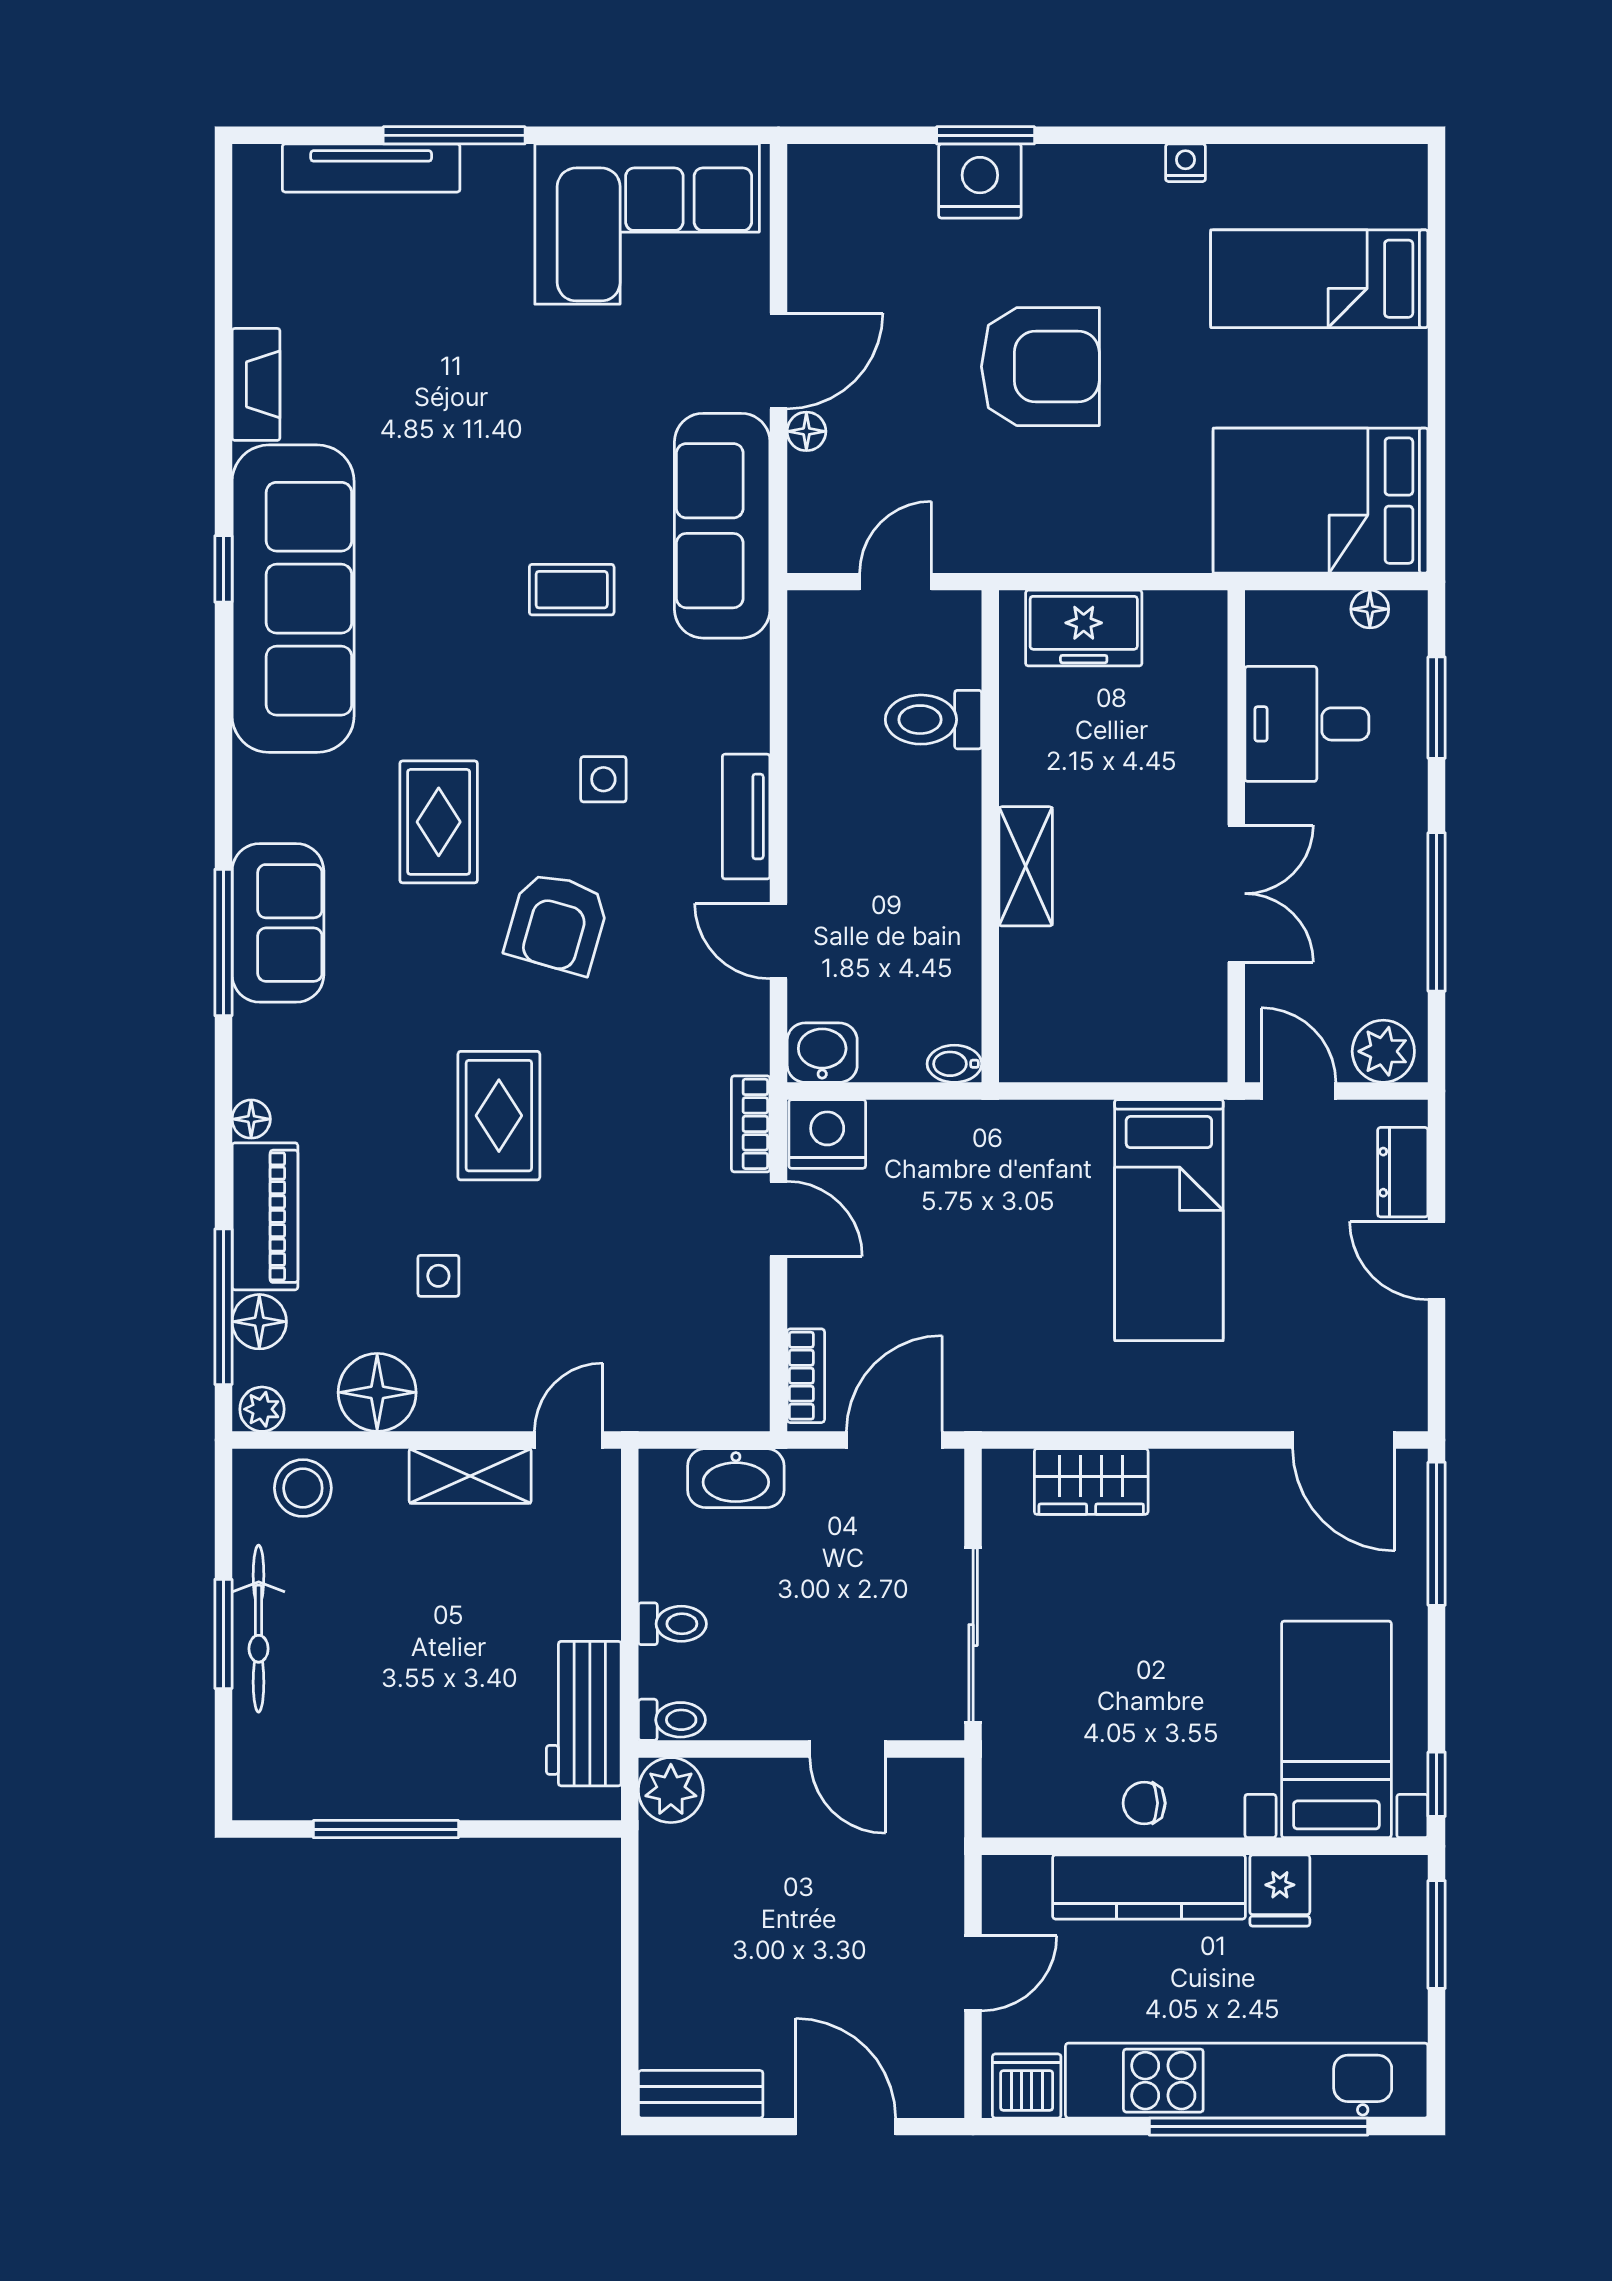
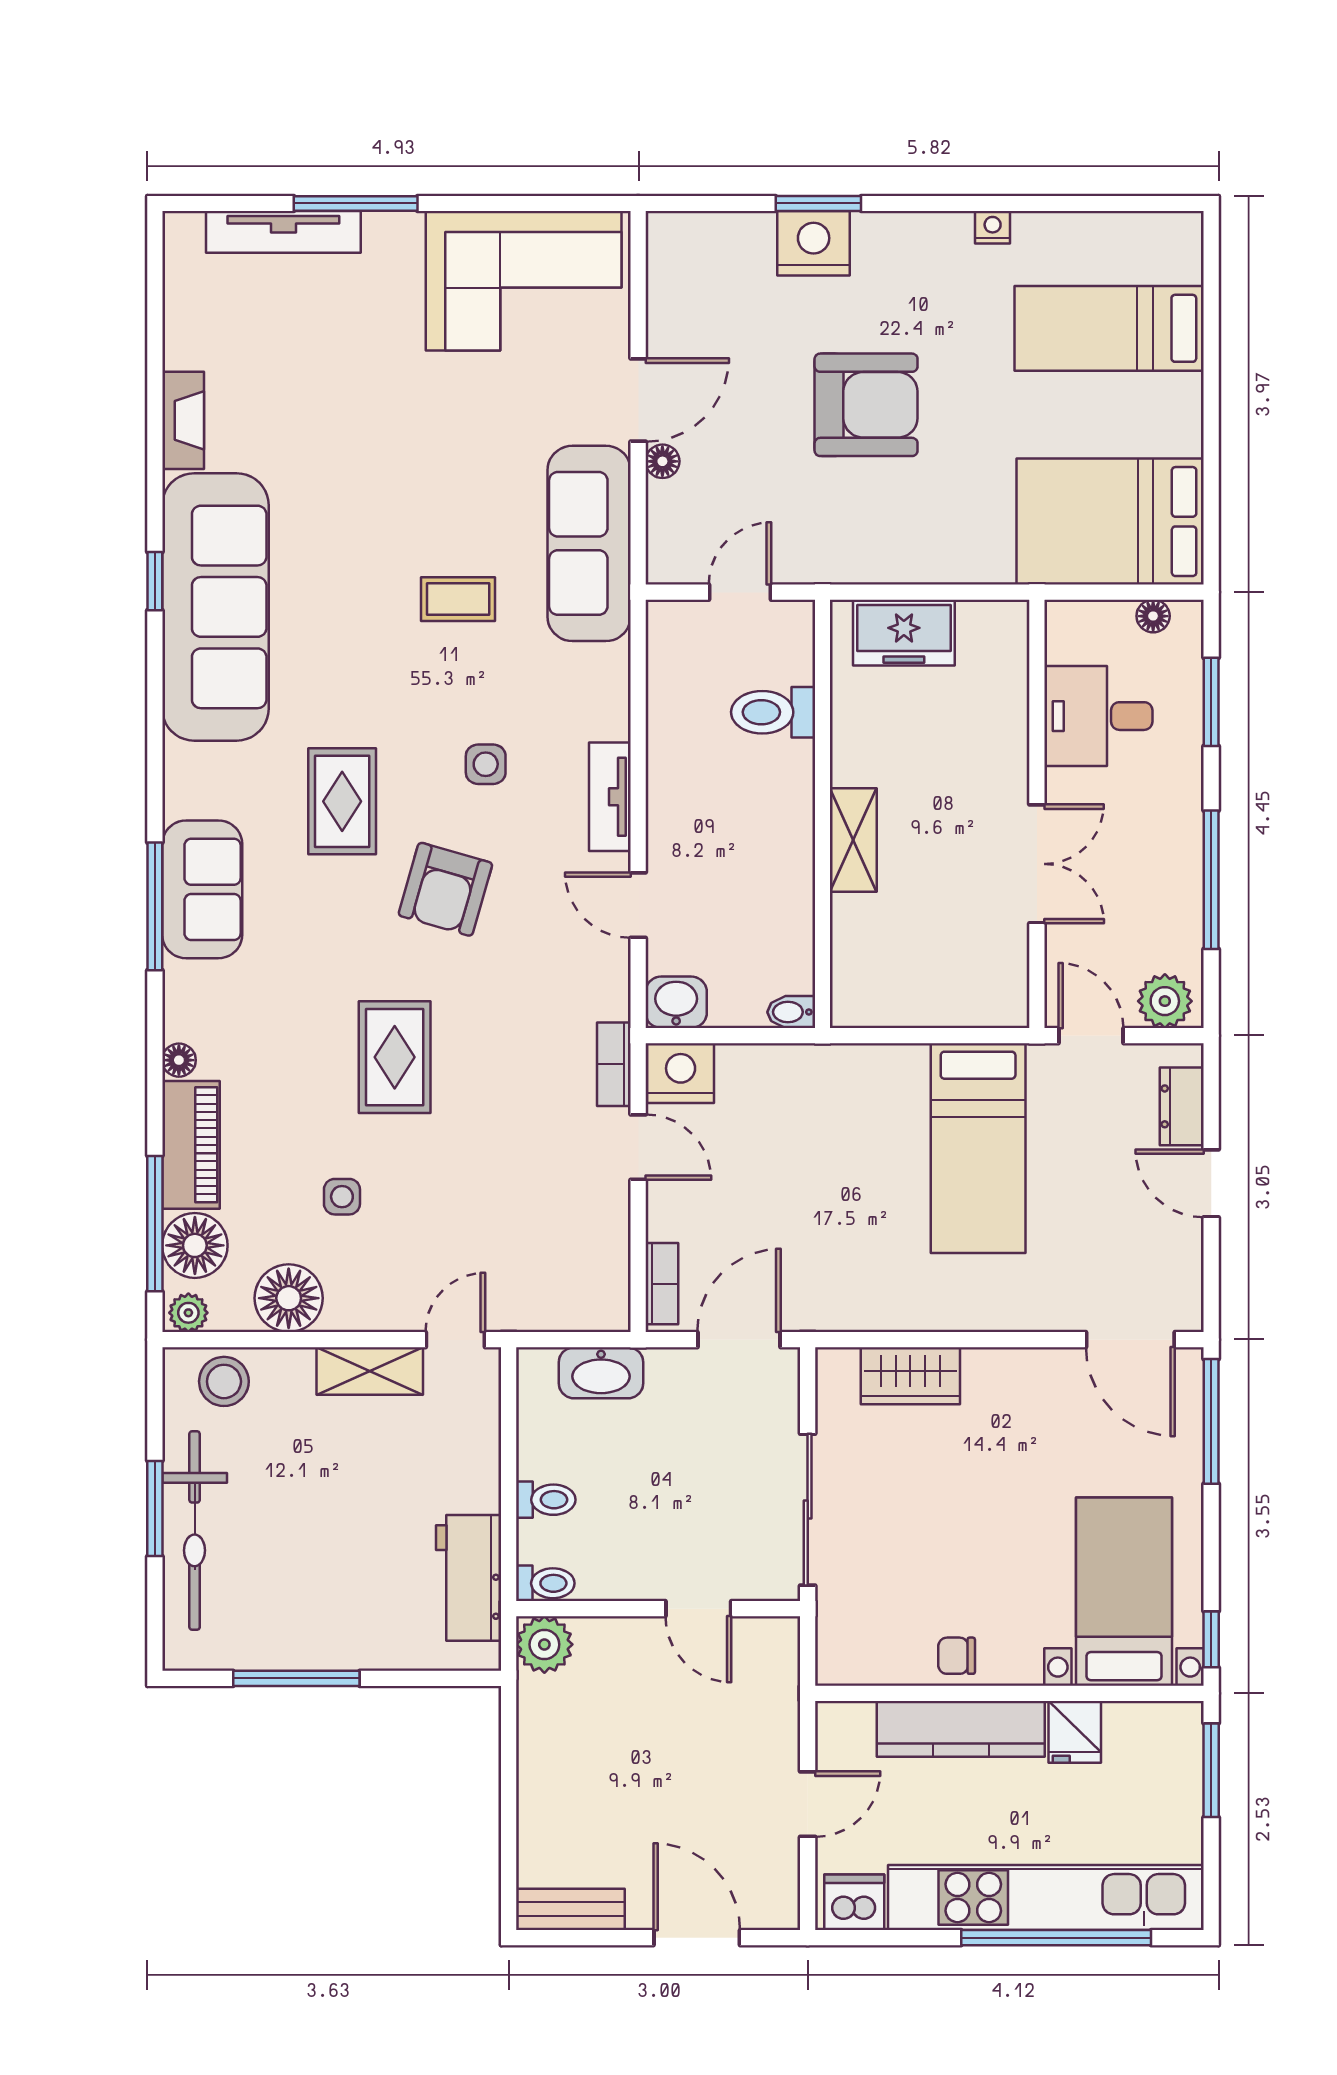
floor lamp: (259, 1322) -> (195, 1245), width x1.38, depth x1.38
bicycle: (259, 1629) -> (195, 1531), width x1.37, depth x1.40

